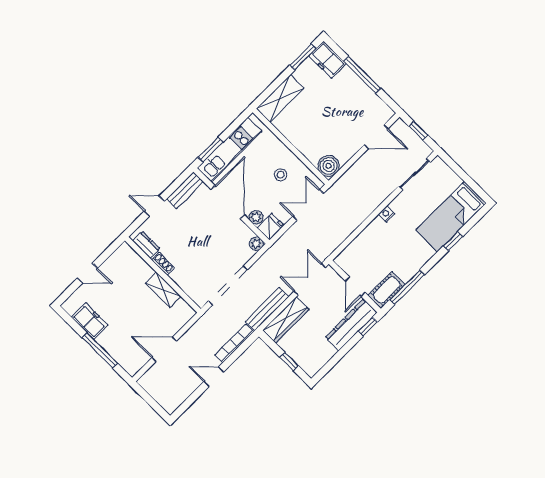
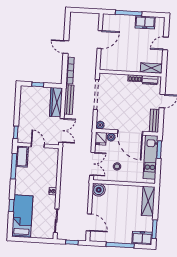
door: (376, 137) -> (89, 222), swing flipped
shelving: (163, 290) -> (151, 68), moved
dresser: (351, 325) -> (24, 126), removed
door: (214, 377) -> (66, 47), swing flipped

